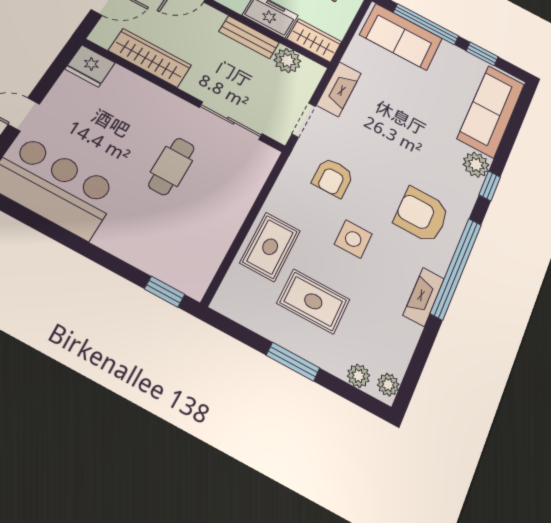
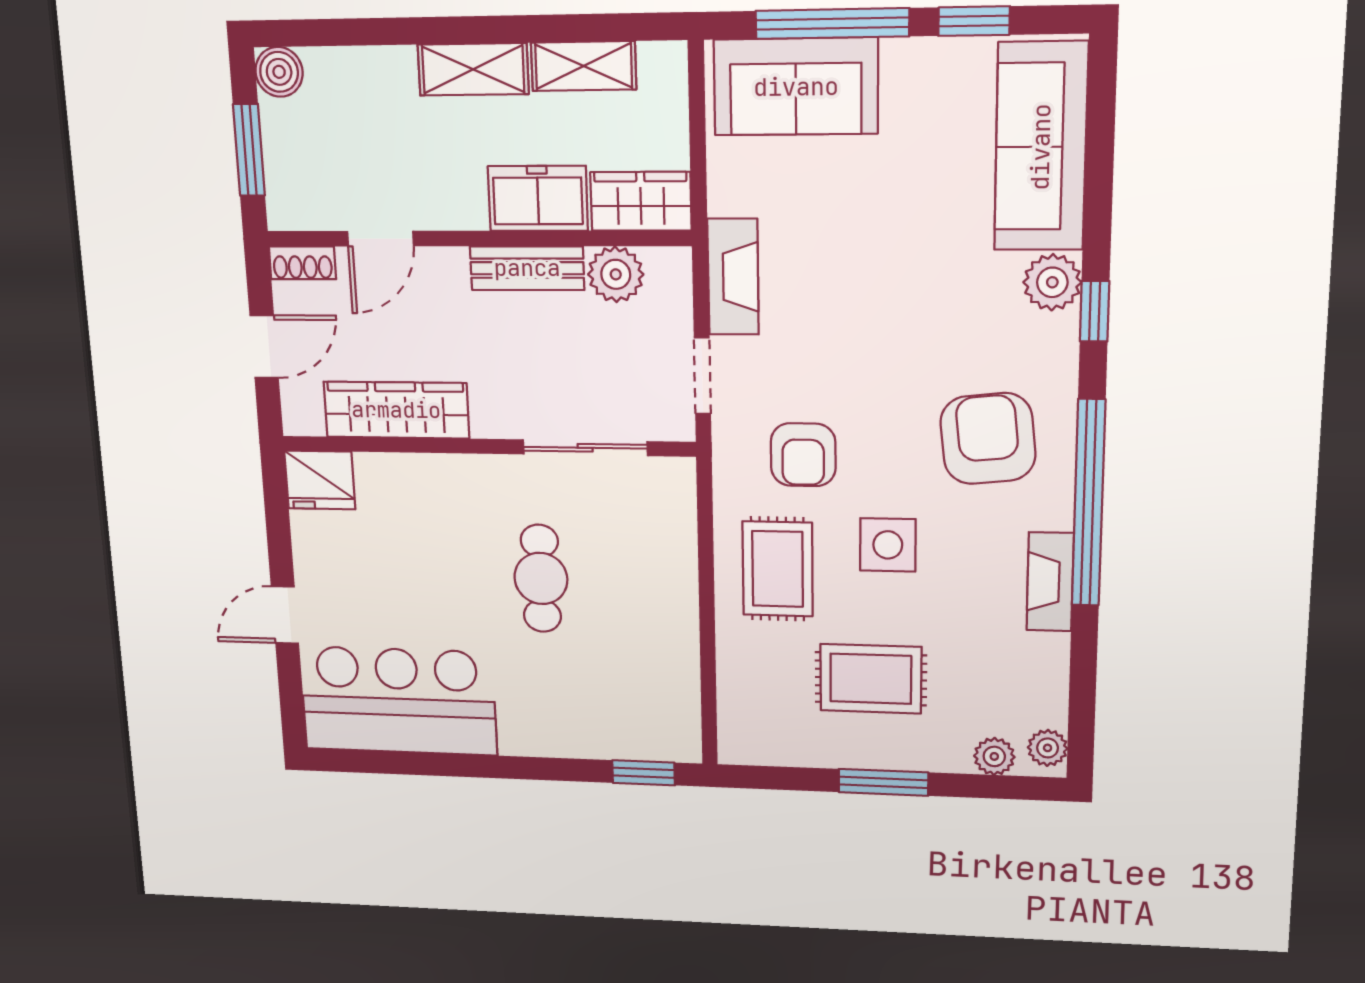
armchair: (422, 215) -> (988, 439), turned 84
rug: (270, 247) -> (778, 569), moved

